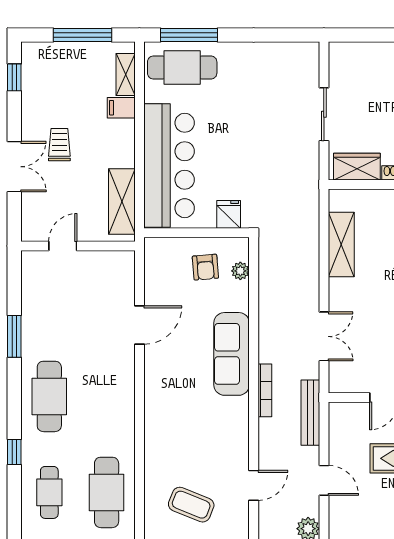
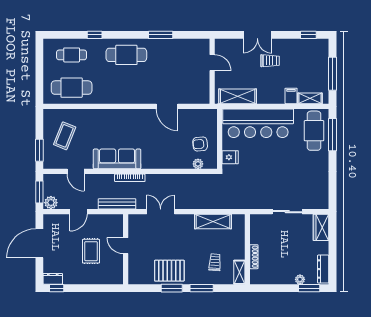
wardrobe: (357, 167) -> (321, 227), moved, turned 180
double door: (324, 336) -> (161, 212), swing flipped
sofa: (232, 354) -> (117, 159), moved

